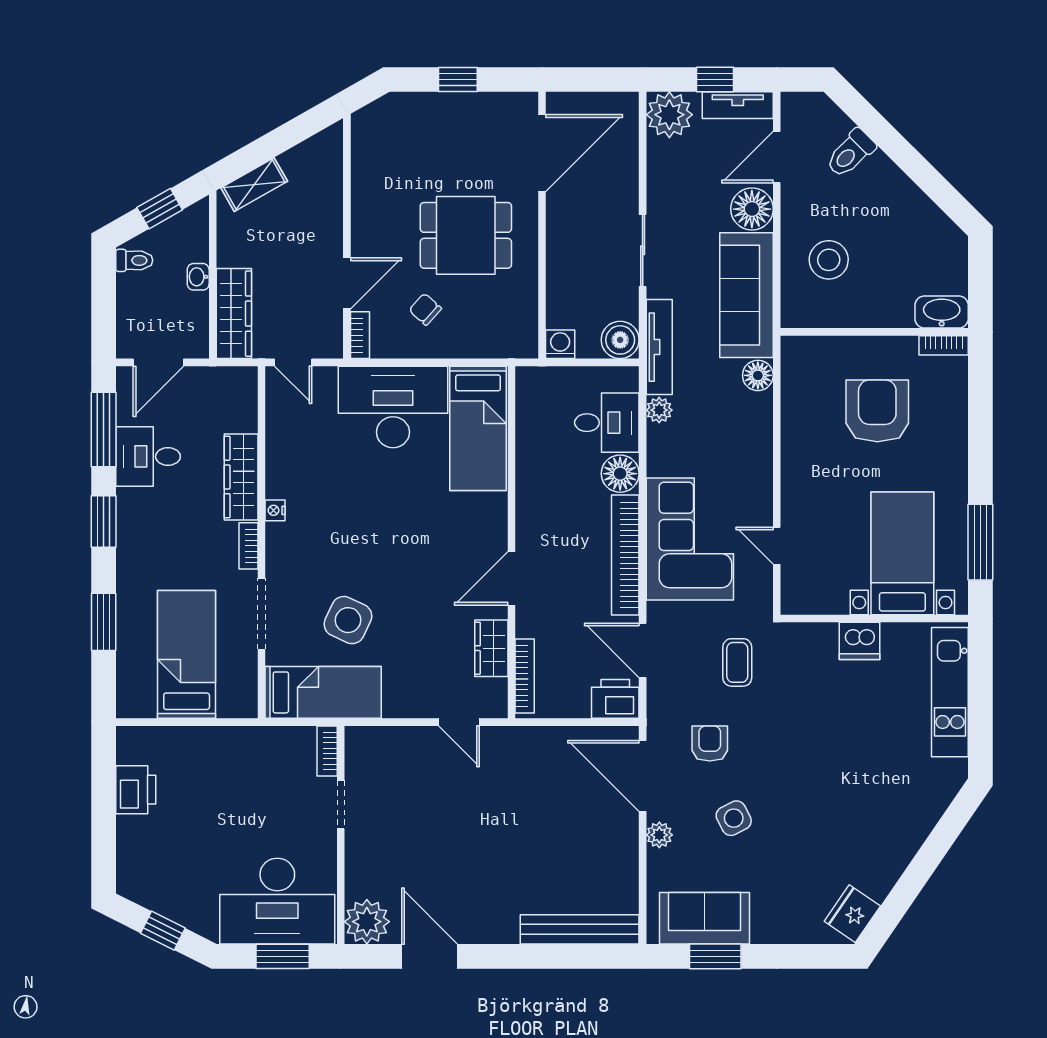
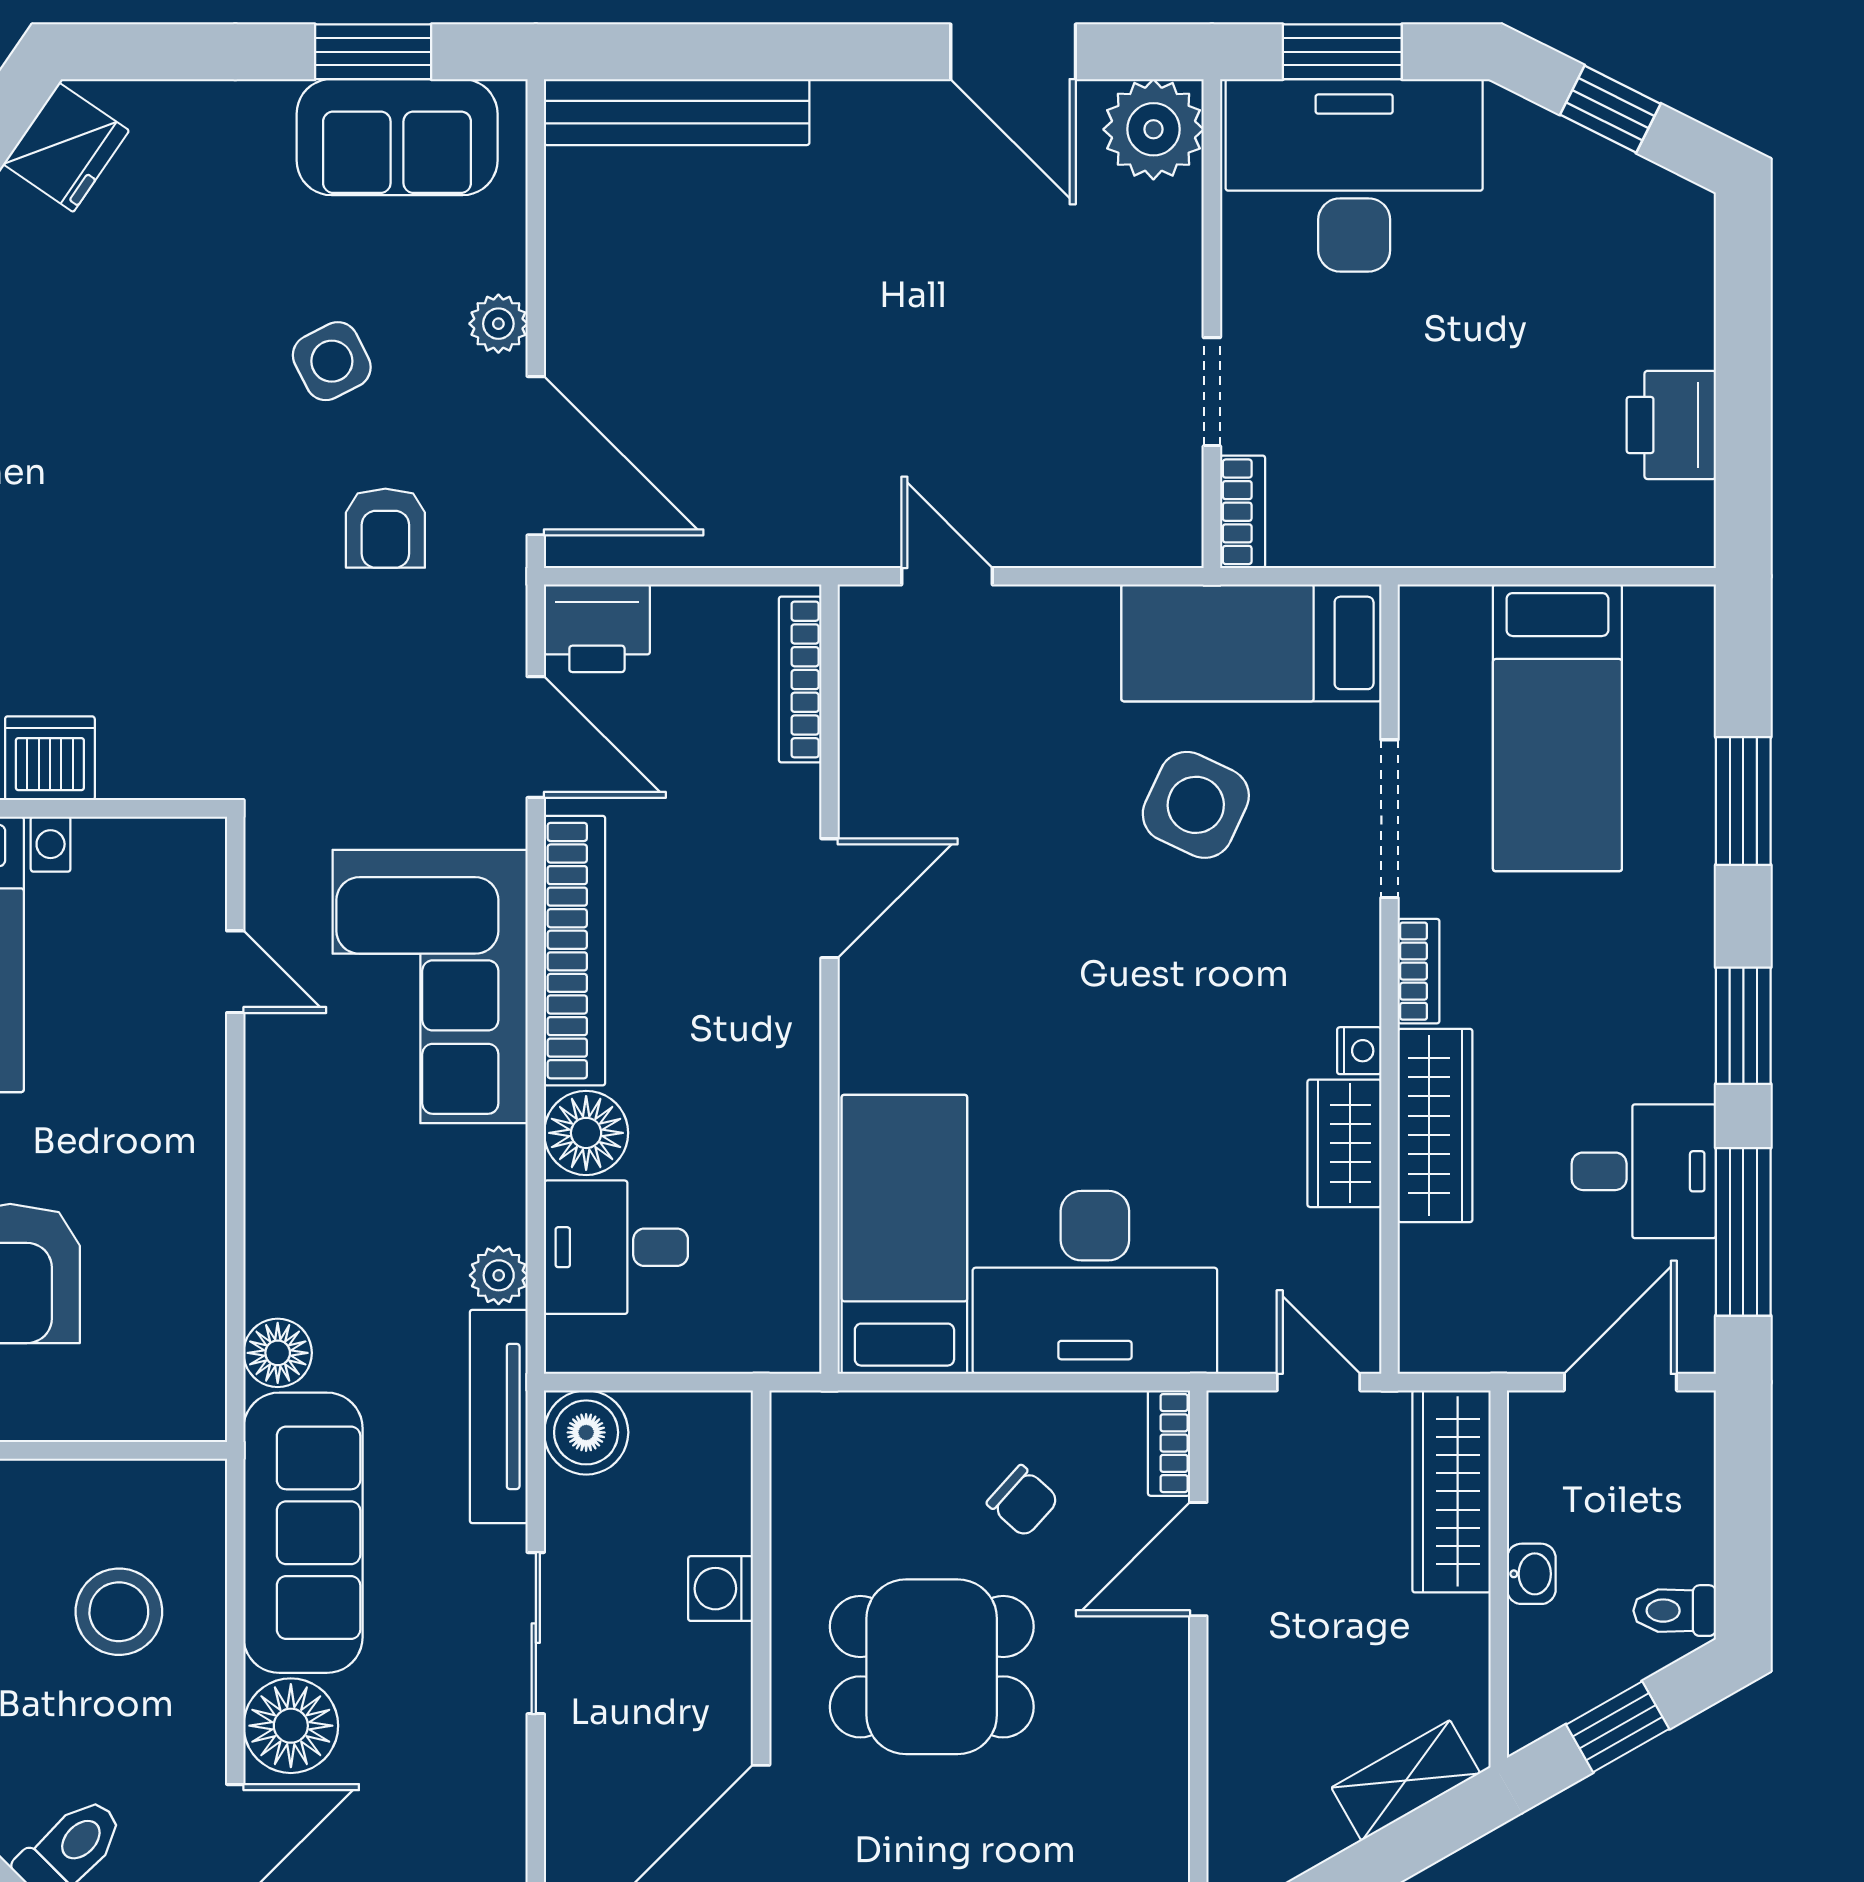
washing machine: (560, 344) -> (721, 1589), moved, turned 90
wardrobe: (491, 648) -> (1344, 1143), moved, turned 180
coffee table: (737, 662) -> (324, 710), removed

